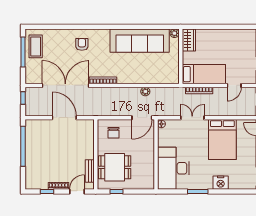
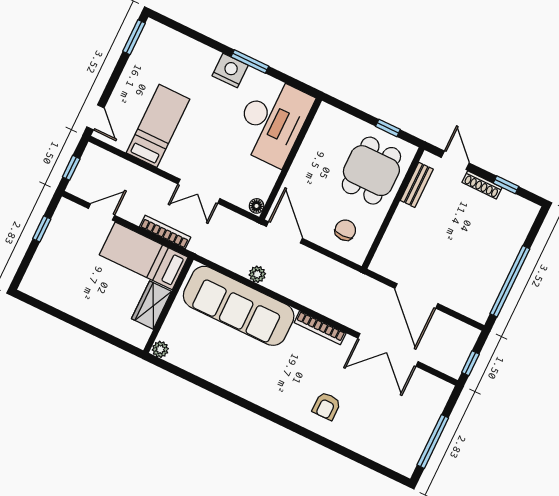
wardrobe: (189, 40) -> (152, 305), moved
sofa: (140, 41) -> (239, 306), moved, turned 180
coffee table: (36, 46) -> (407, 440), removed
double door: (65, 85) -> (388, 350), width x0.73
door: (142, 118) -> (284, 232), hinge flipped
bed: (222, 140) -> (158, 126), width x0.67
dining table: (115, 167) -> (371, 171), turned 90
nightstand: (221, 183) -> (230, 71), moved
door: (77, 192) -> (455, 160), swing flipped

